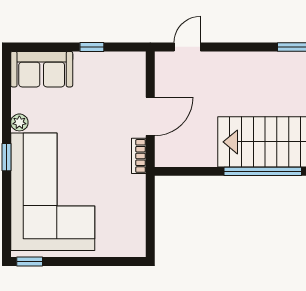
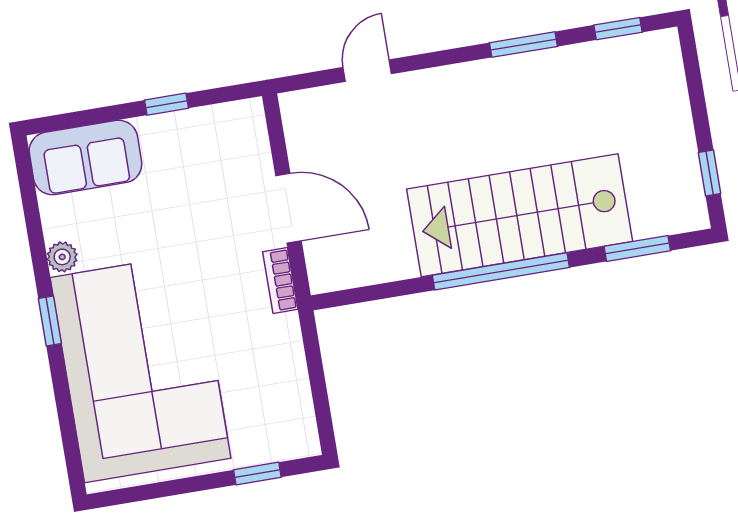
door: (187, 47) -> (367, 71), moved
door: (150, 116) -> (289, 208), hinge flipped
window: (30, 262) -> (257, 474), moved

